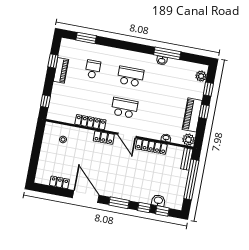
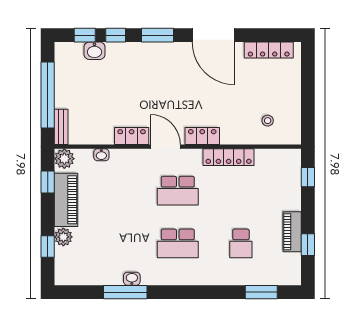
plant: (201, 76) -> (63, 237), moved
window: (204, 112) -> (48, 182), moved
locker: (151, 147) -> (132, 136), width x0.66
locker: (59, 182) -> (269, 50), width x1.53

